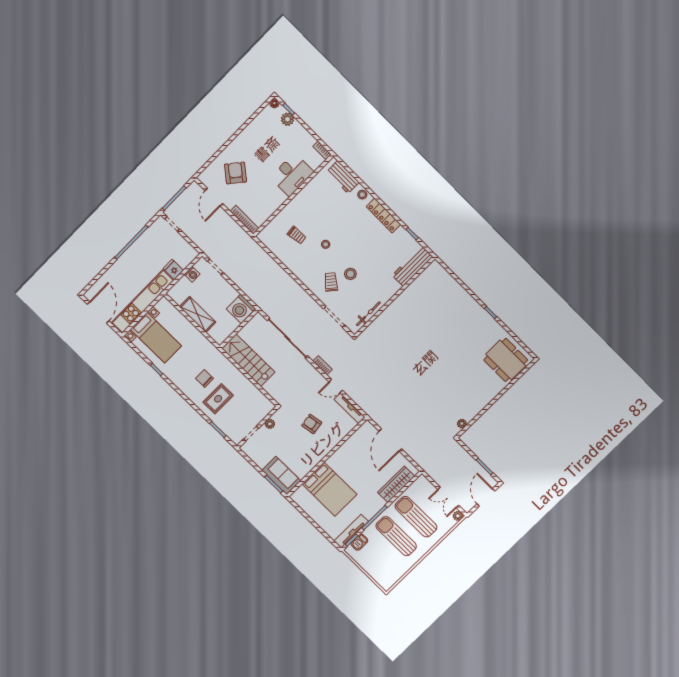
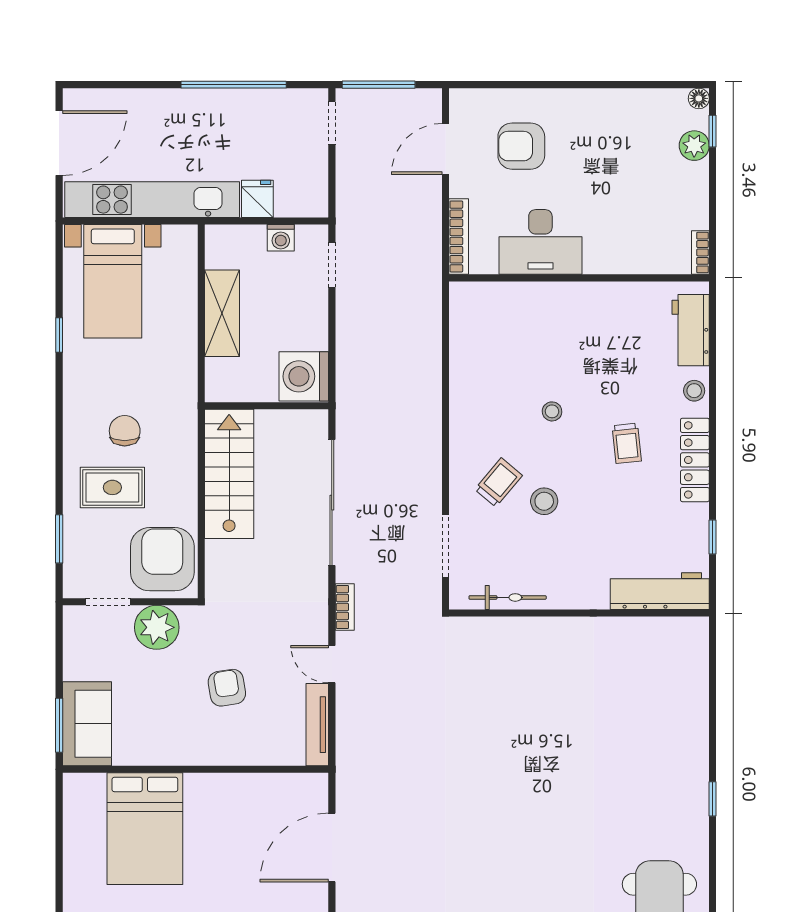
armchair: (236, 173) -> (521, 146), turned -129
desk: (292, 175) -> (540, 242), moved
trolley: (297, 235) -> (627, 443), moved
armchair: (254, 405) -> (162, 559), added
plant: (270, 424) -> (157, 627), width x1.87, depth x1.87

